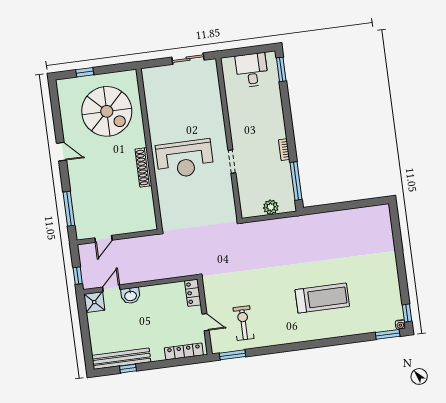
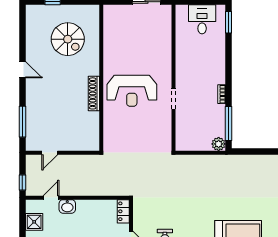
spiral stairs: (107, 111) -> (68, 39), width x0.73, depth x0.73
plant: (271, 207) -> (219, 144), moved
shower: (94, 302) -> (34, 222), moved

